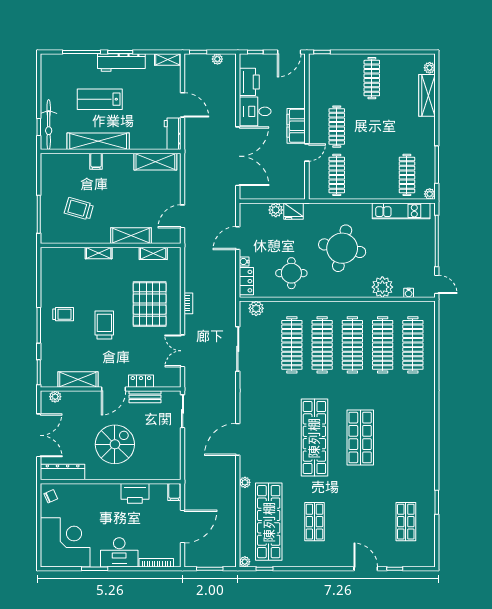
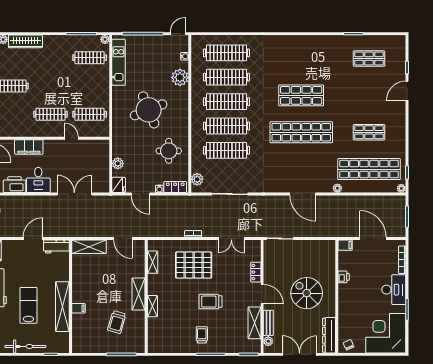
lab bench: (100, 99) -> (28, 305), turned 180
bicycle: (49, 125) -> (25, 346), moved
filing cabinet: (296, 126) -> (29, 147), moved
double door: (238, 156) -> (74, 194), width x0.73
shelving: (155, 162) -> (89, 247), moved, turned 90
fridge: (294, 211) -> (119, 185), moved
shelving: (131, 236) -> (139, 294), moved
round table: (342, 248) -> (149, 110), turned -34
bench: (145, 397) -> (268, 323), moved
printer: (135, 493) -> (344, 277), width x0.53, depth x0.68

